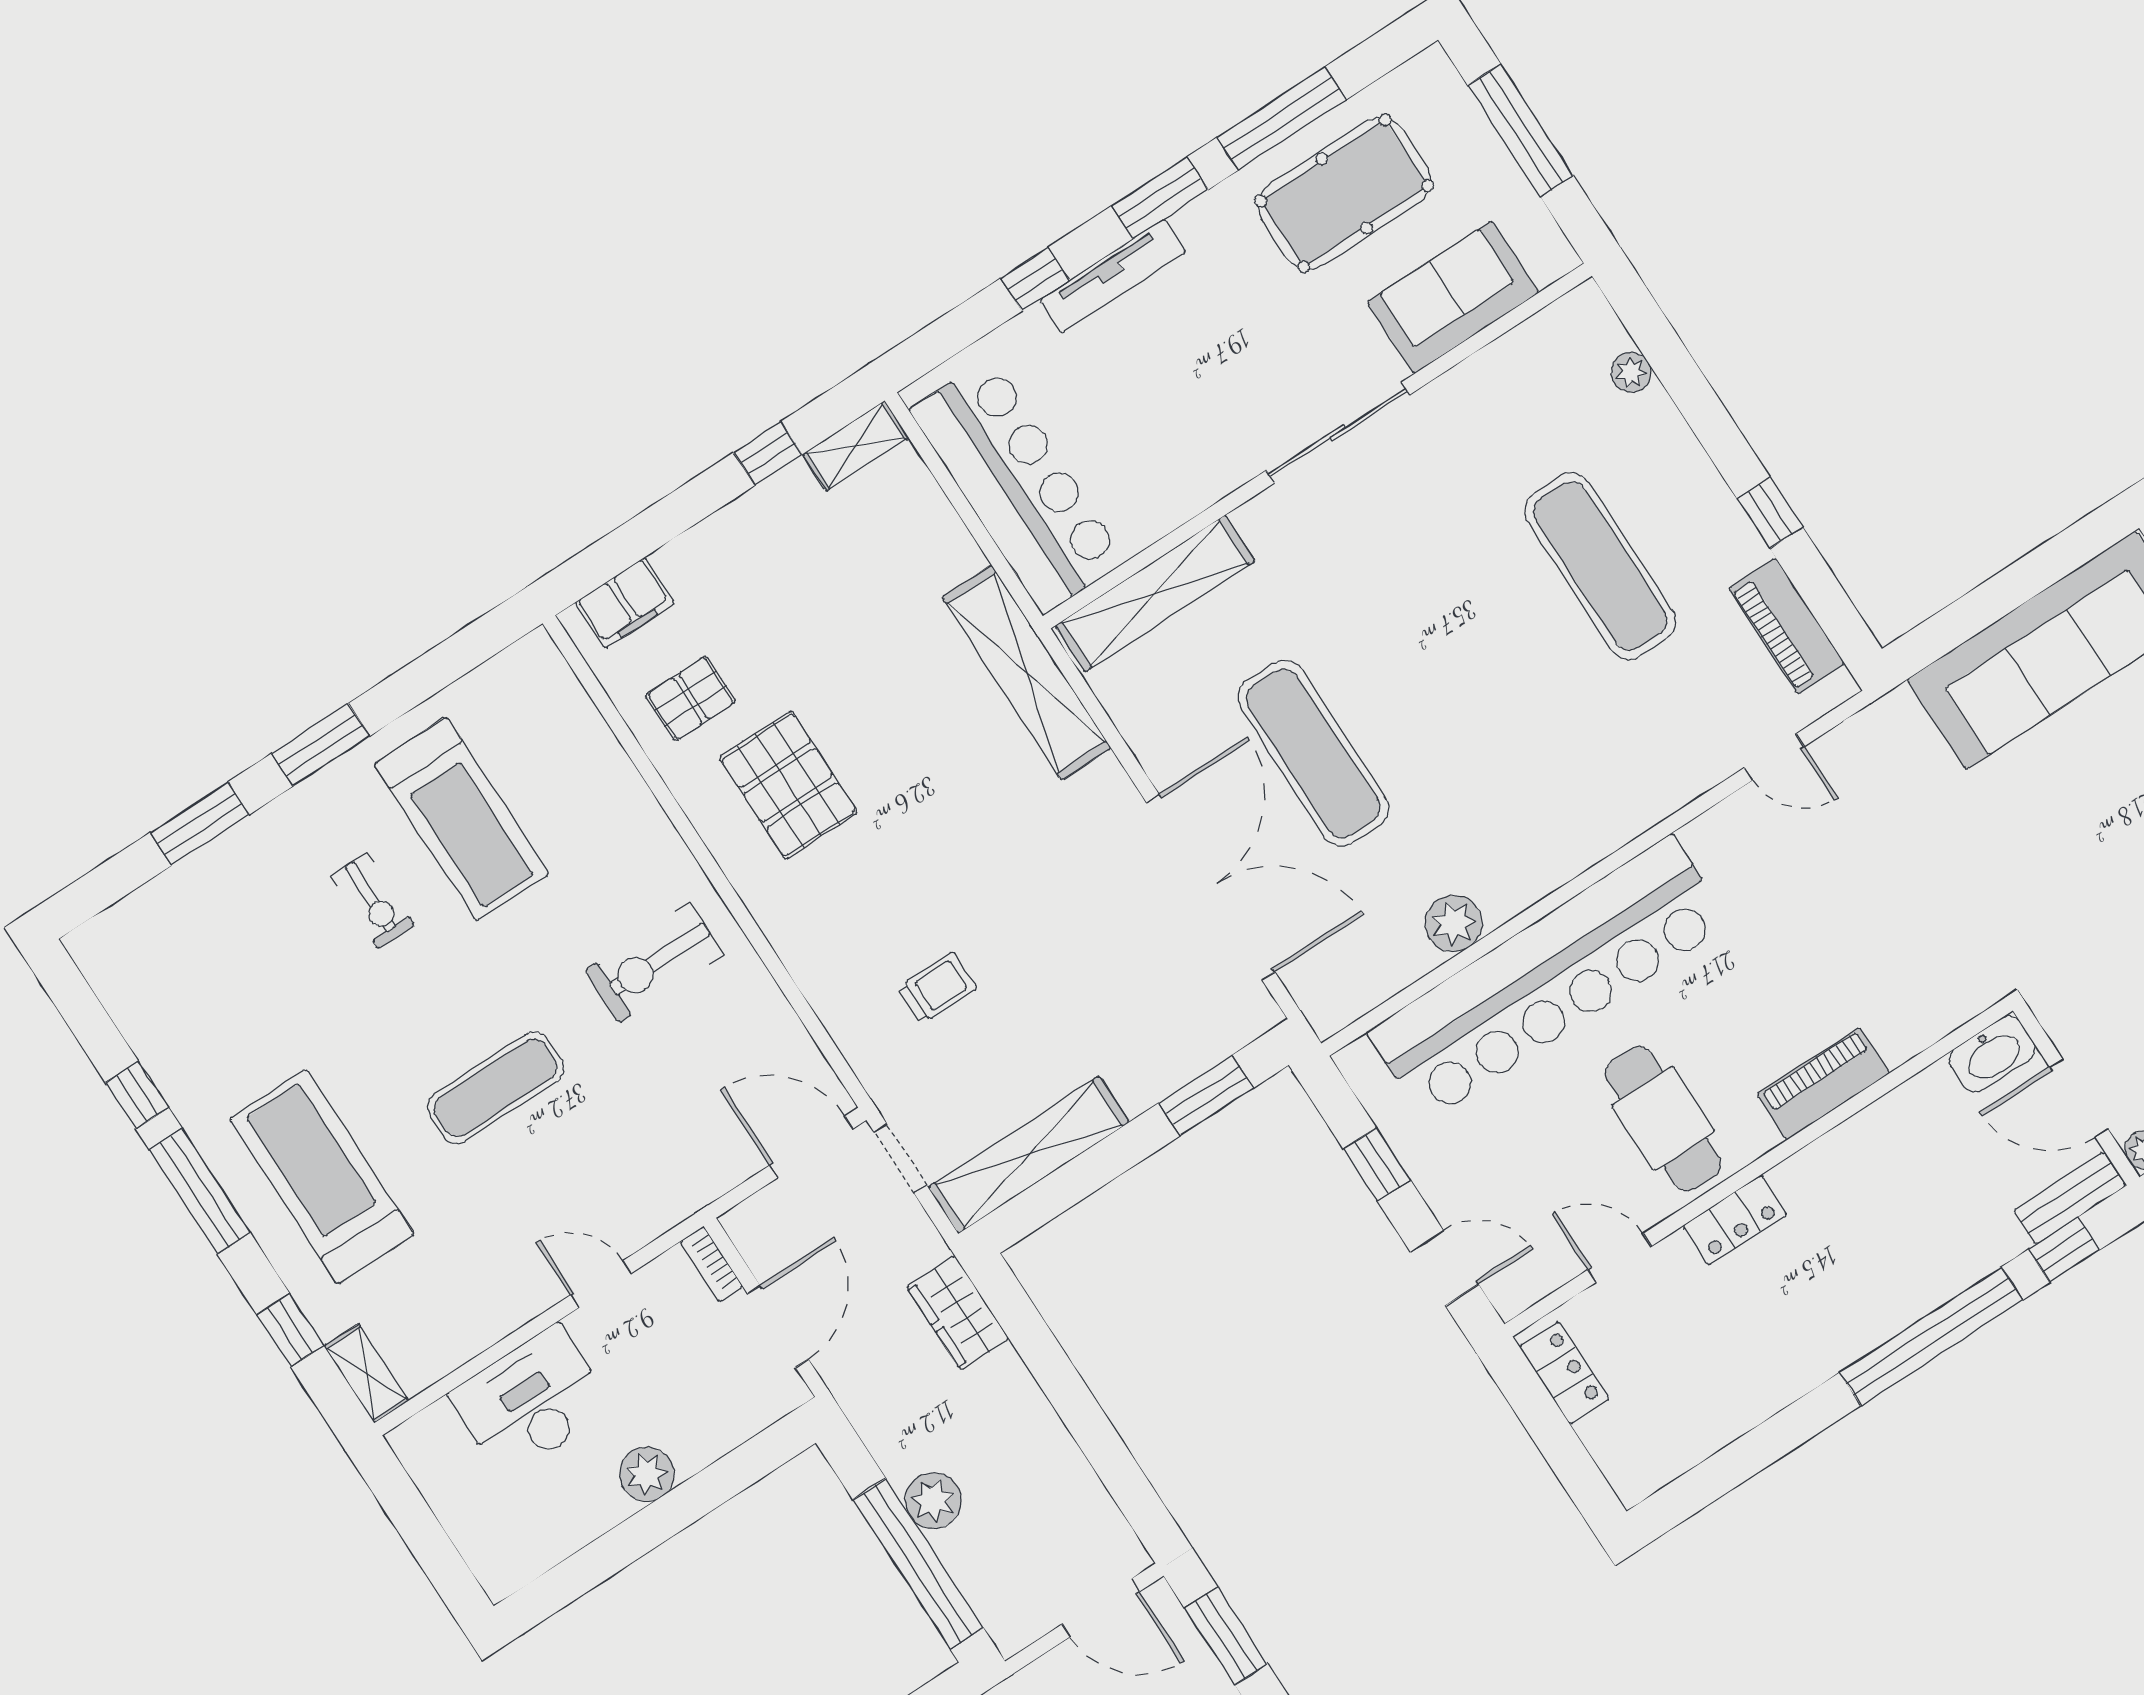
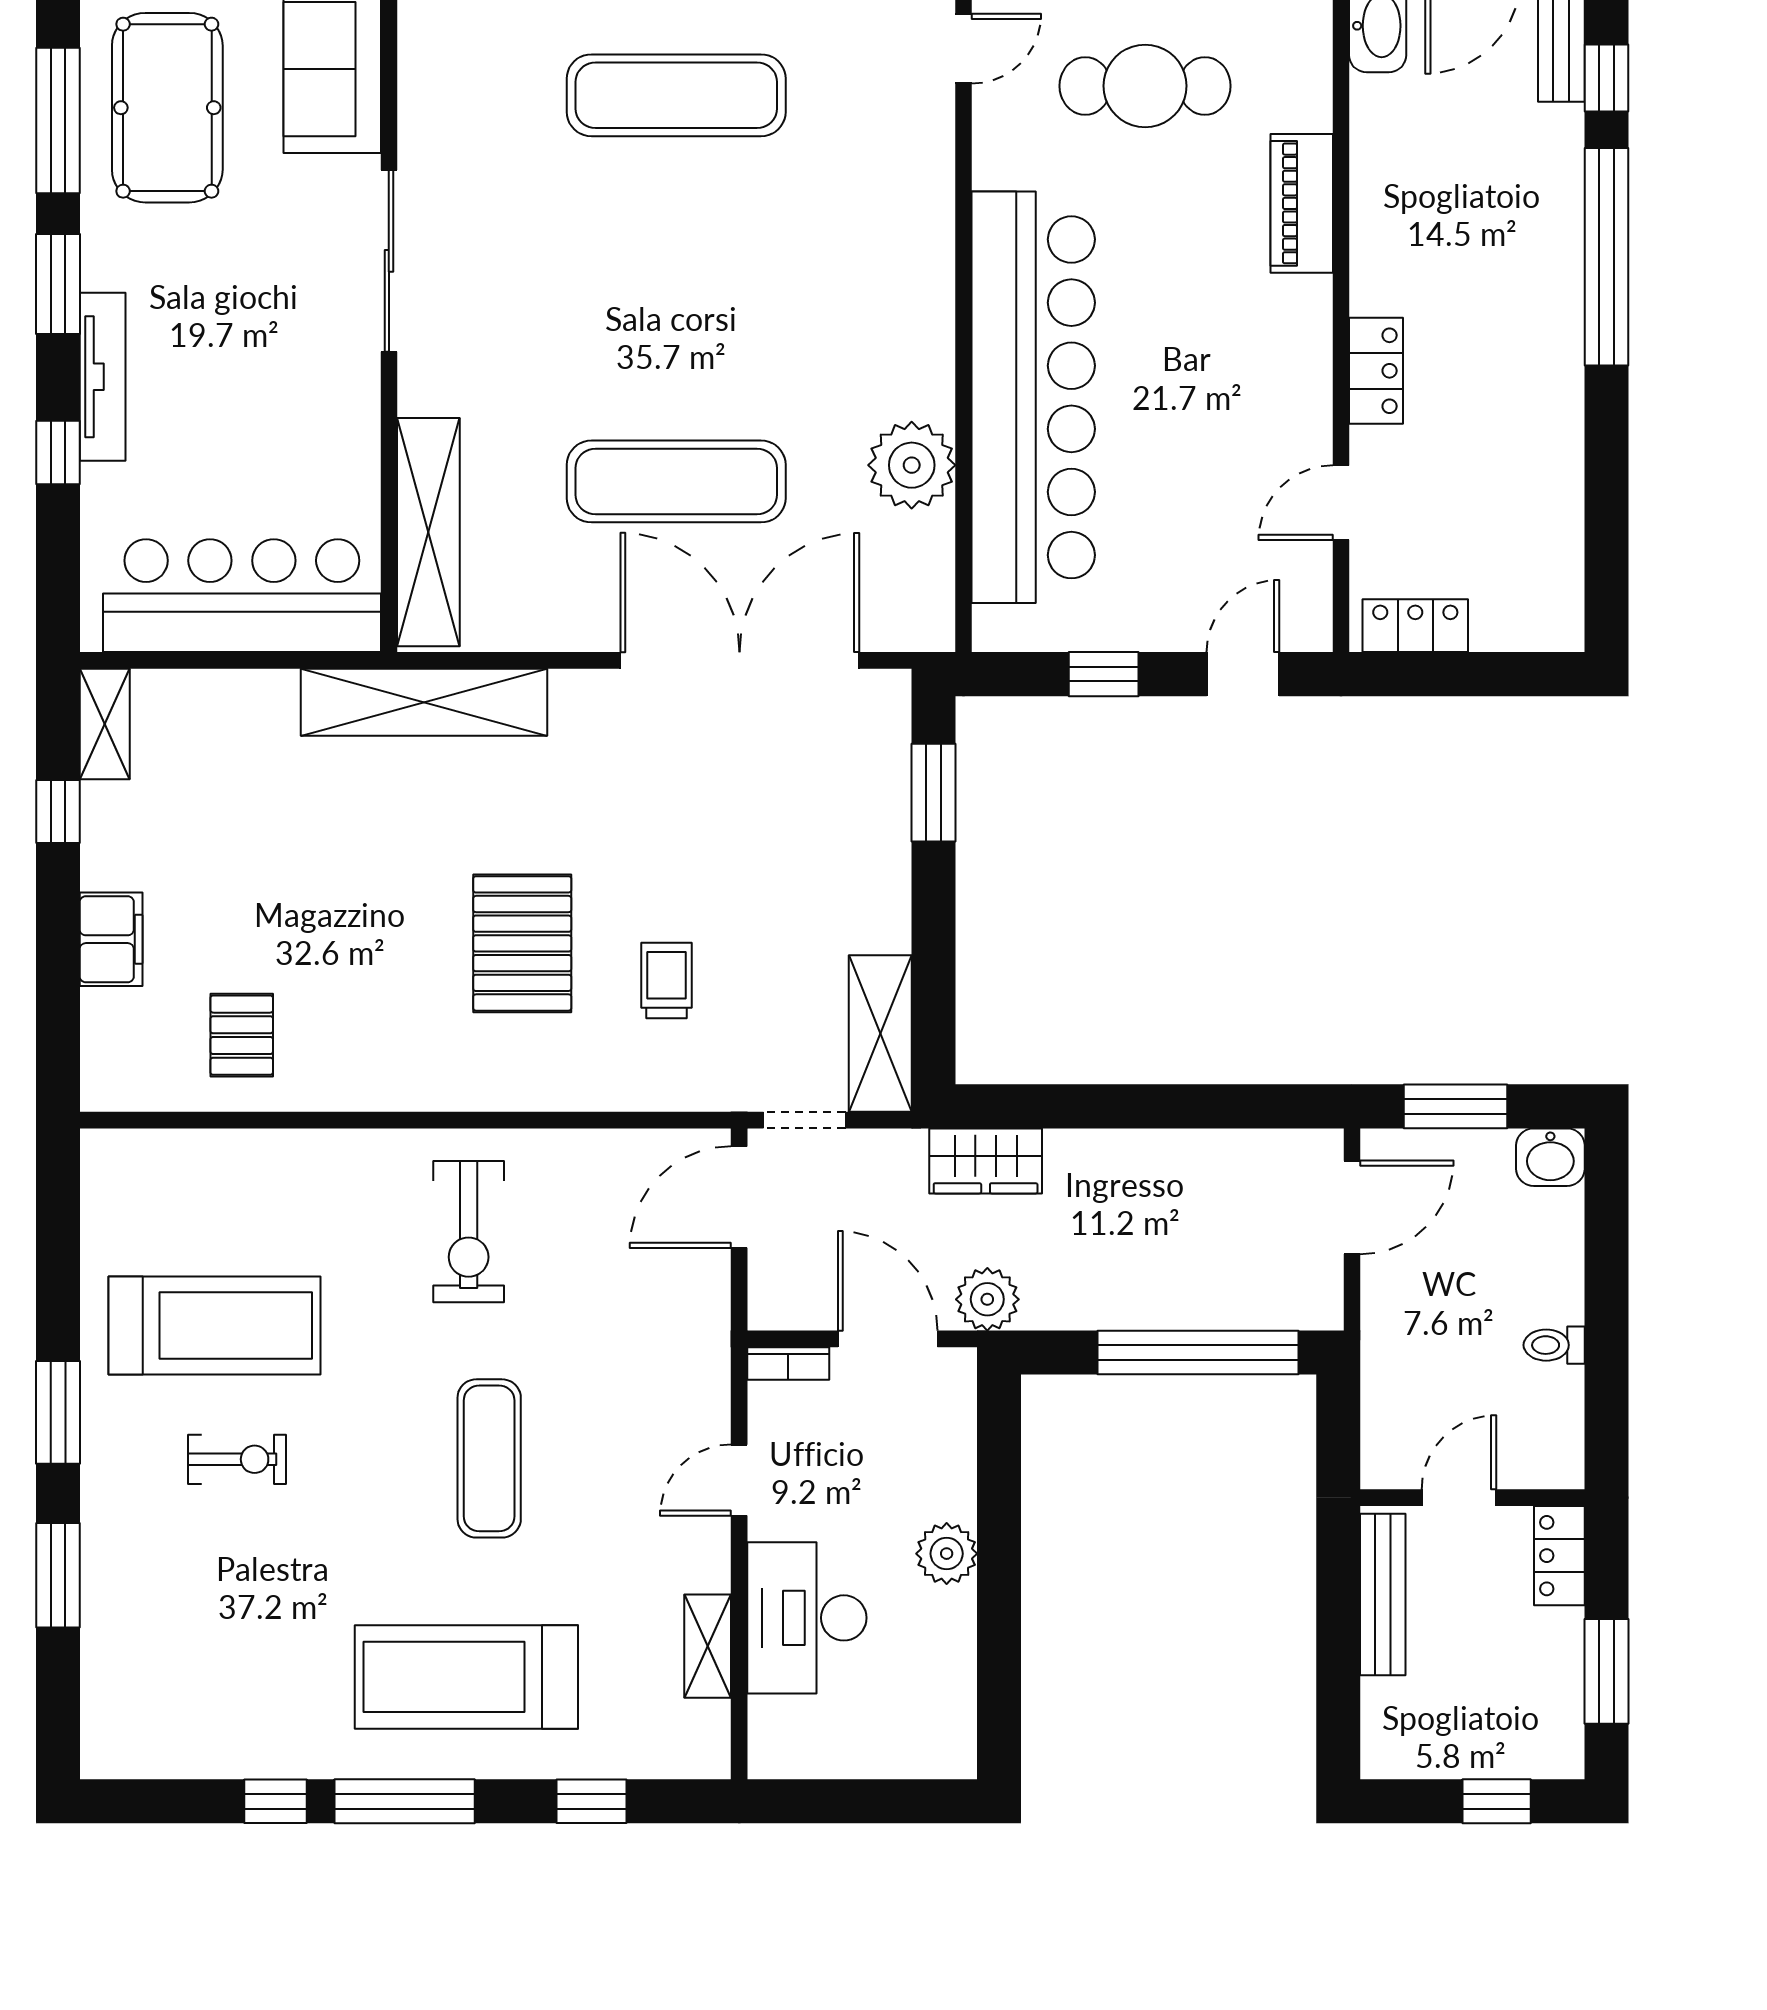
filing cabinet: (625, 603) -> (111, 939), moved
pallet: (788, 785) -> (522, 943), moved, turned 90
plant: (1454, 923) -> (912, 465), width x1.36, depth x1.36
cafe table: (1663, 1119) -> (1145, 86), moved
shelving: (1029, 1155) -> (880, 1033), width x0.68
shelving: (366, 1373) -> (708, 1646), moved, turned 90
plant: (933, 1501) -> (987, 1299), moved

